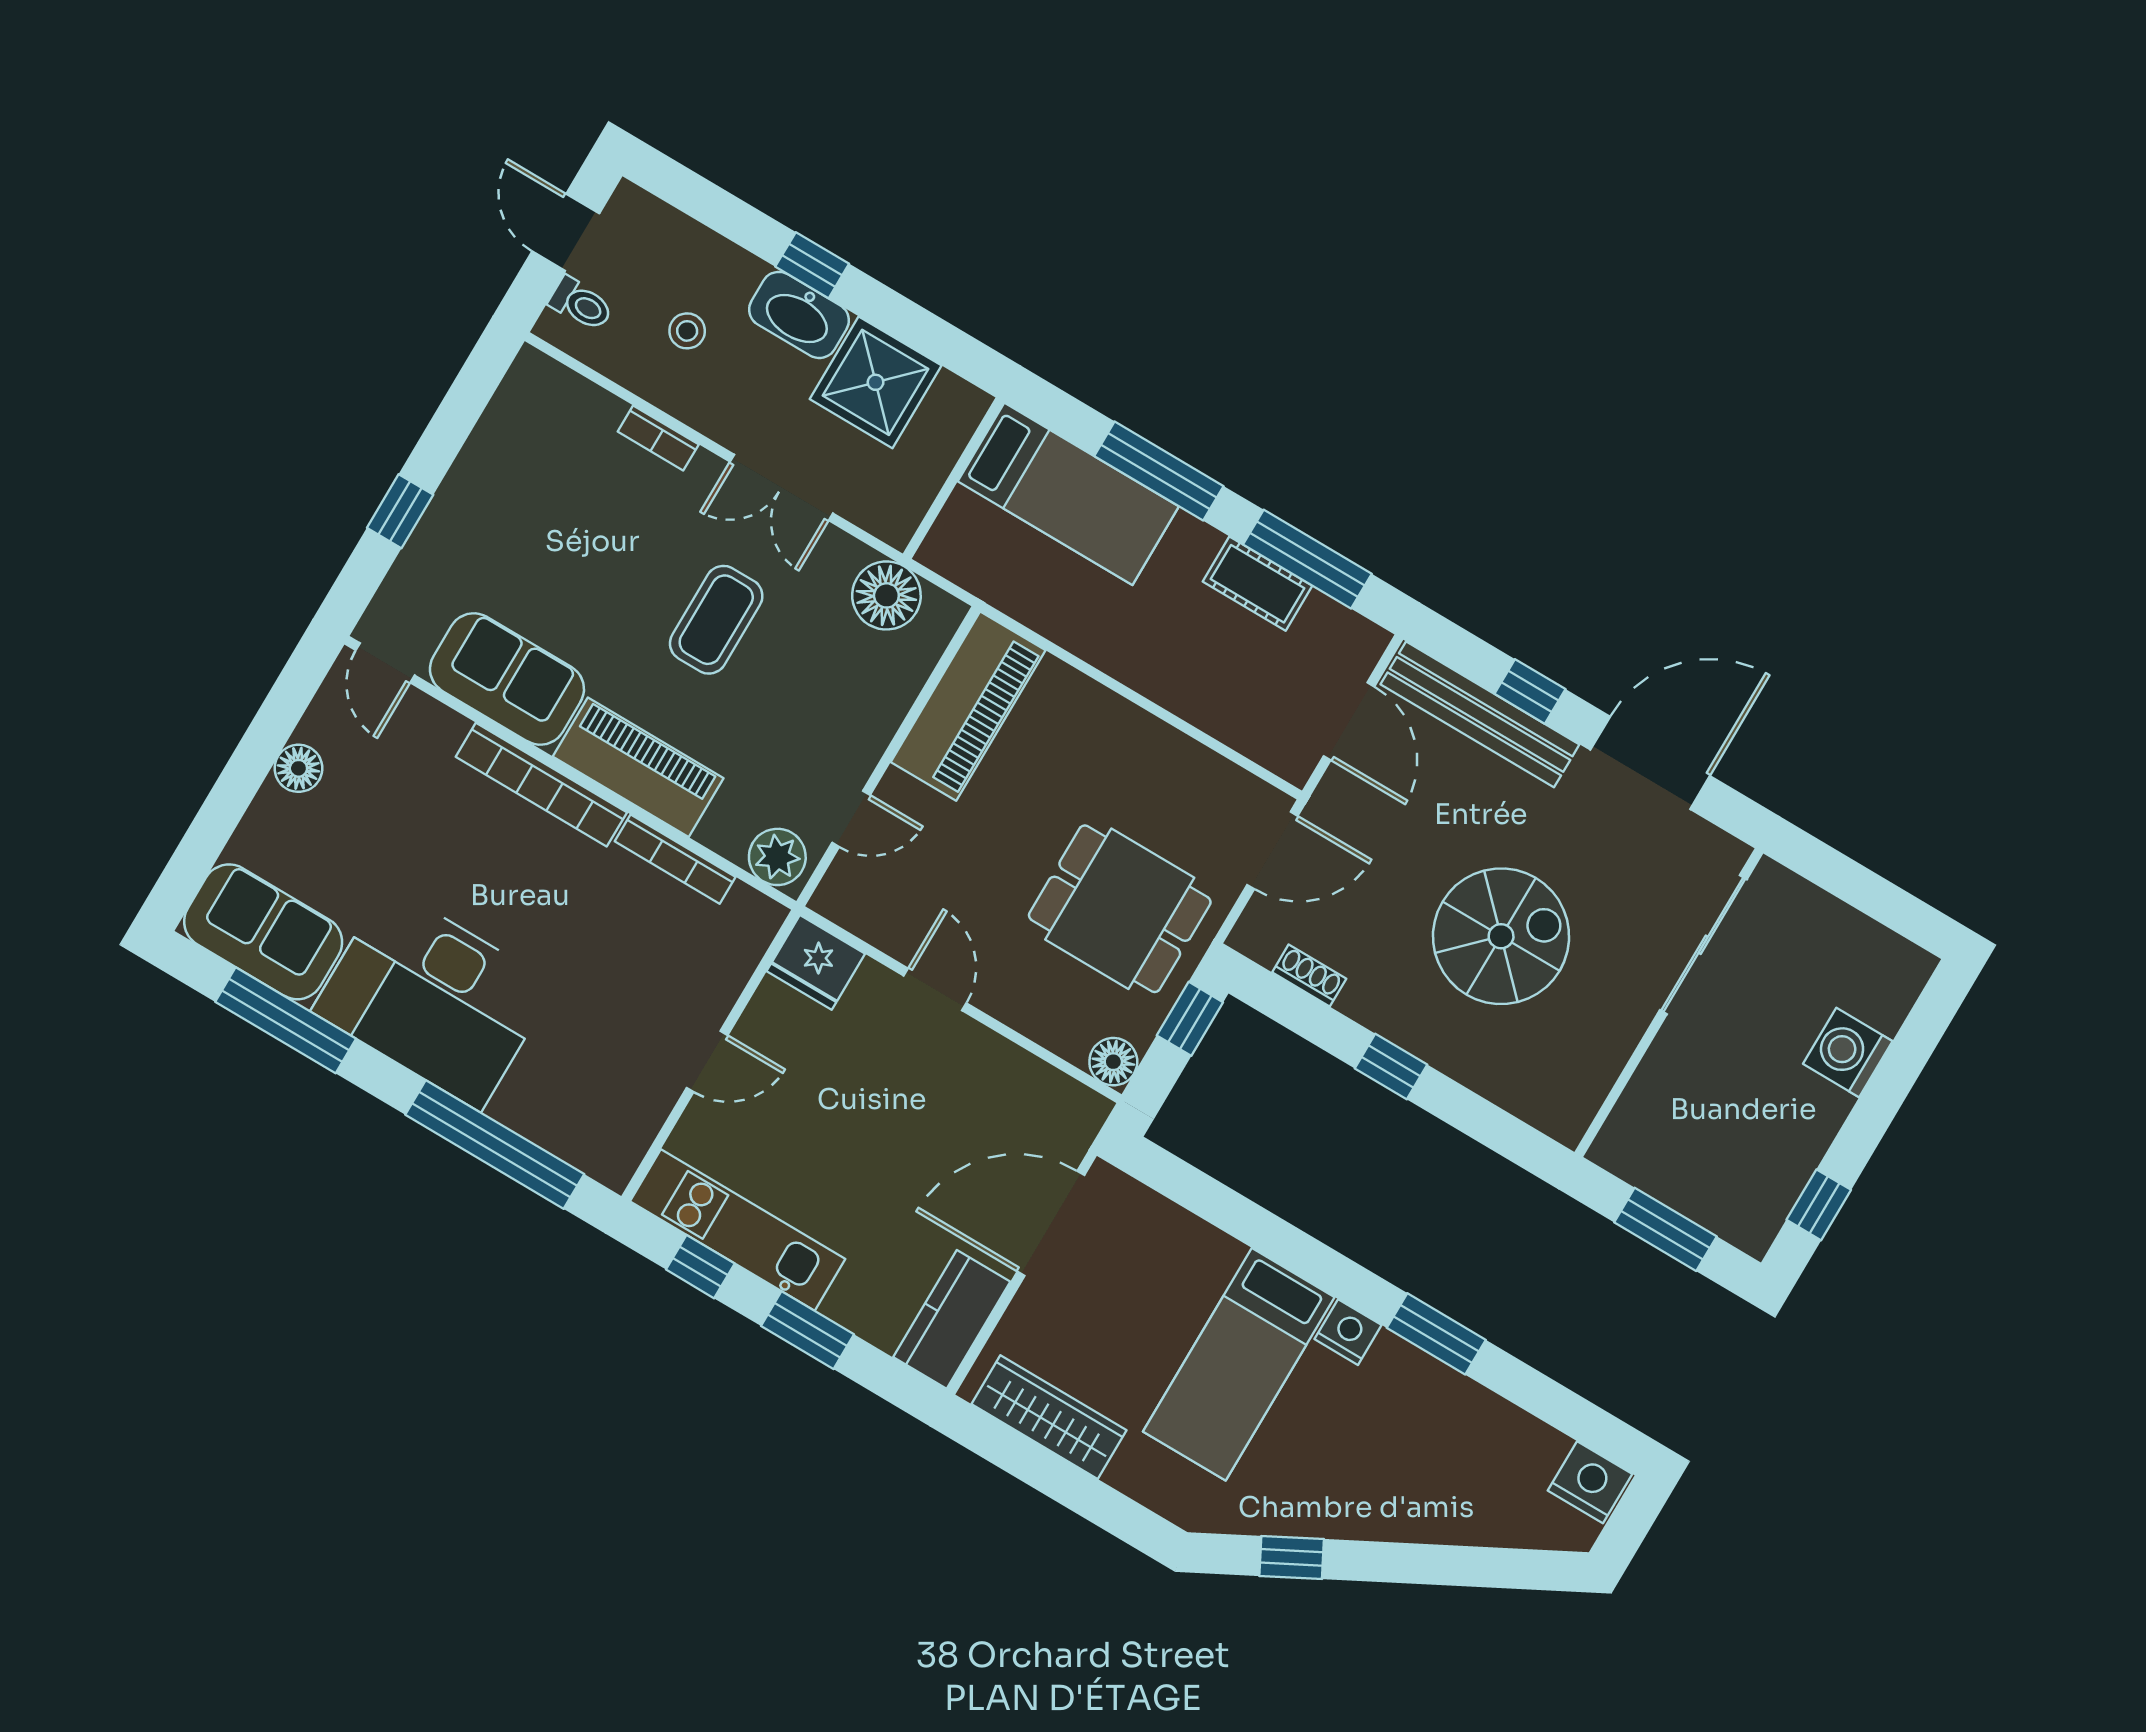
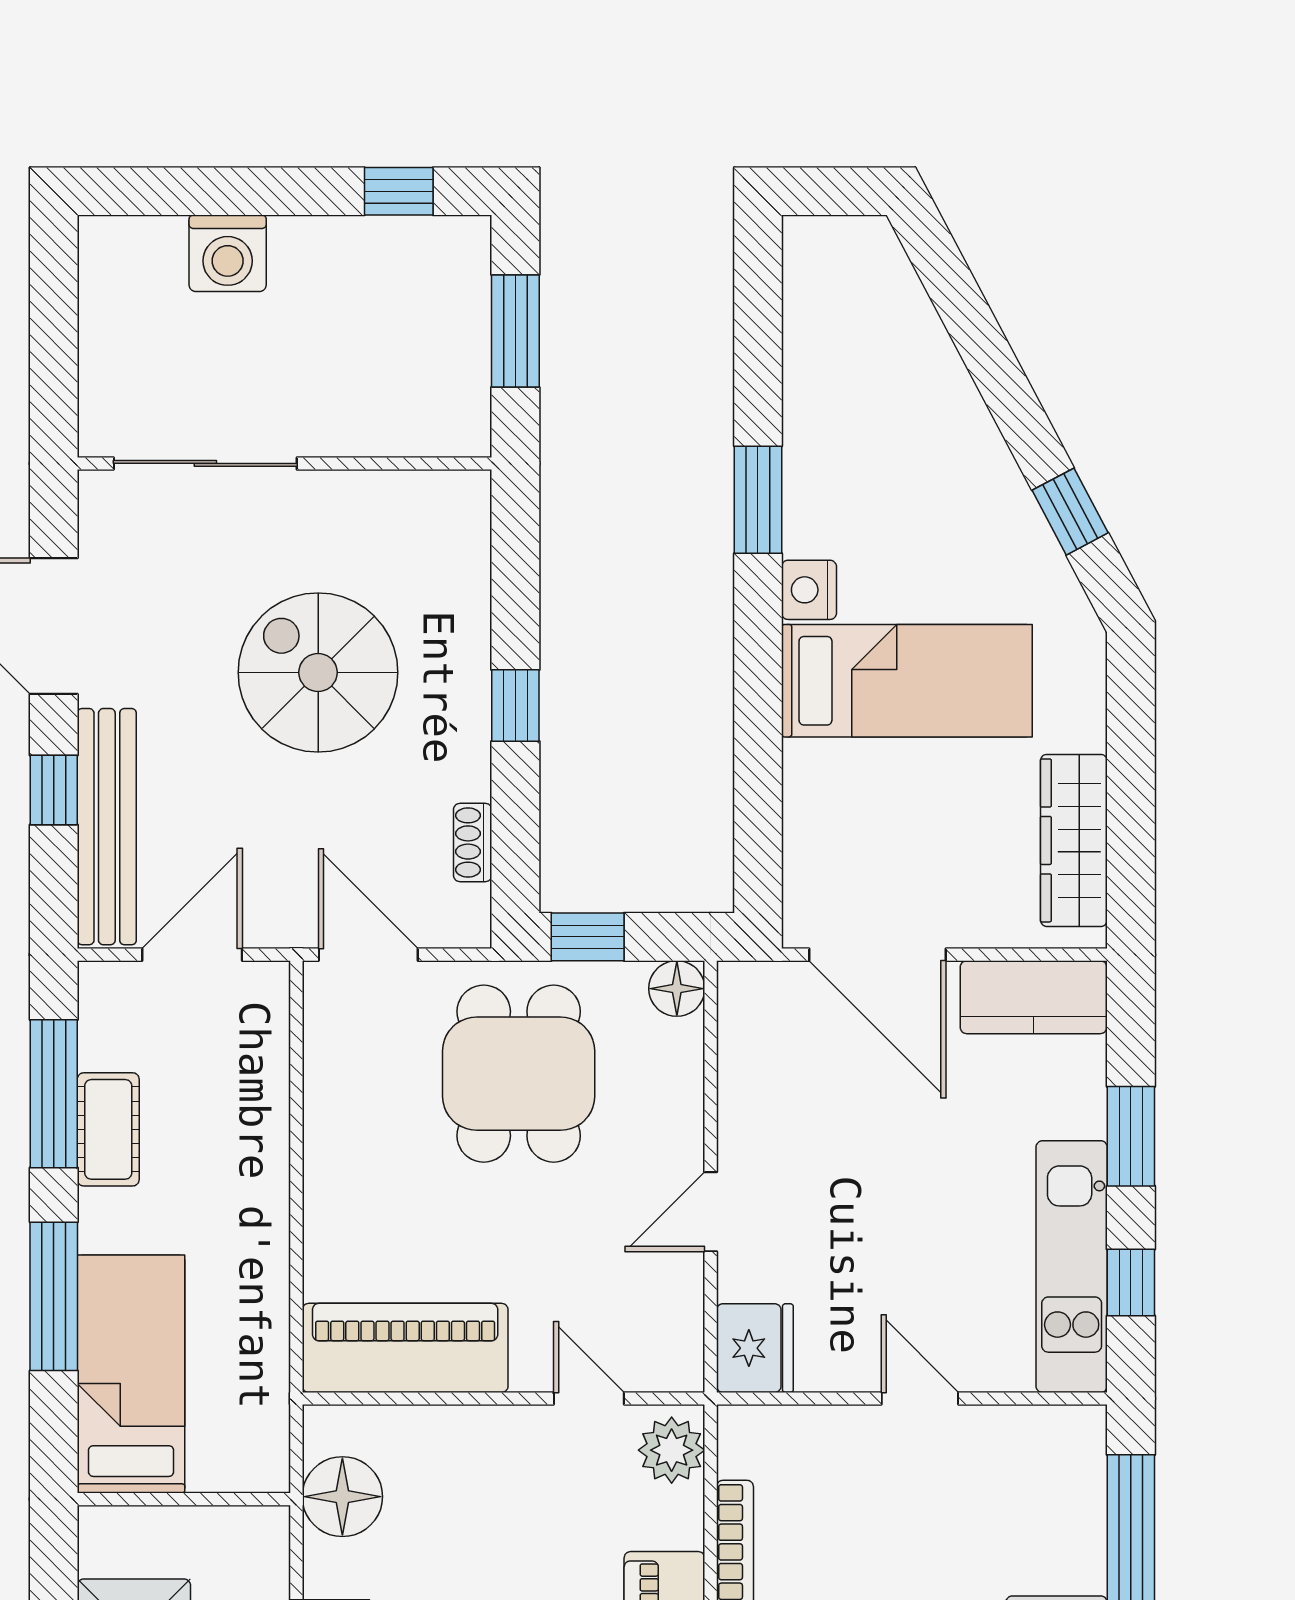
nightstand: (1590, 1482) -> (815, 256), removed

